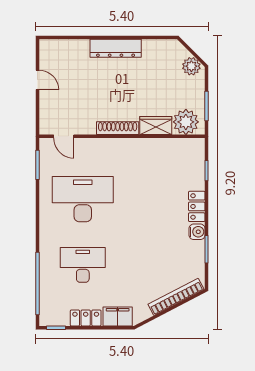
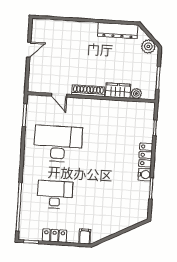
dresser: (116, 48) -> (118, 31), moved
door: (37, 80) -> (29, 50), hinge flipped
plant: (186, 122) -> (136, 94), width x0.53, depth x0.53
door: (64, 136) -> (59, 95), moved
bookcase: (176, 297) -> (125, 224), removed
filing cabinet: (118, 316) -> (85, 236), width x0.50

